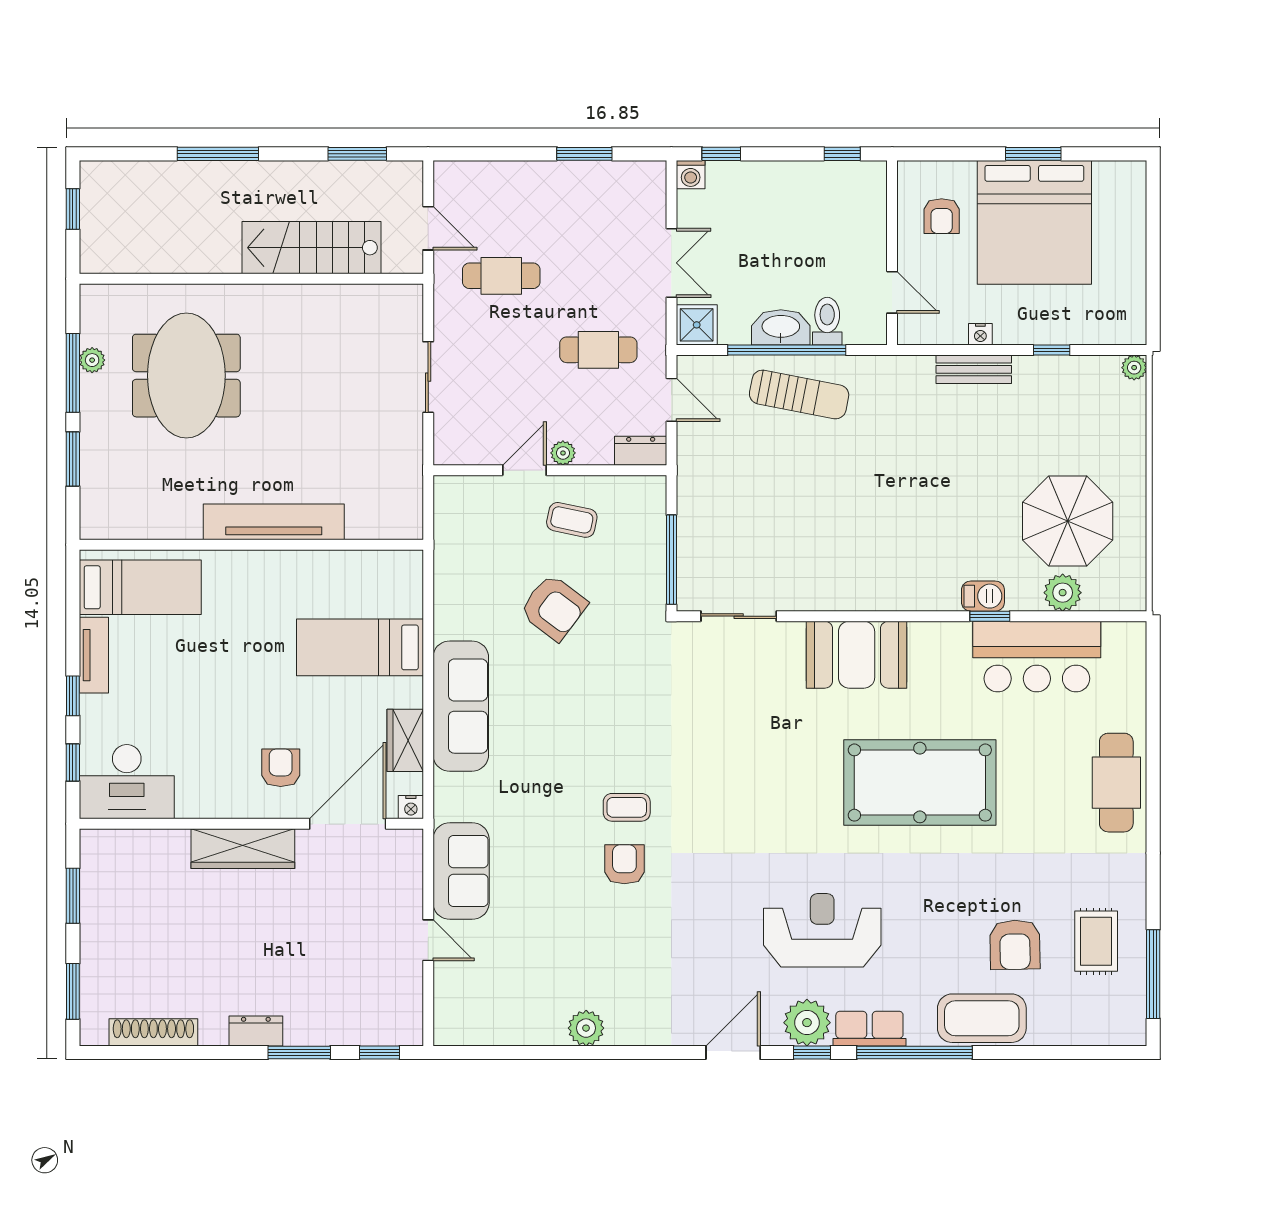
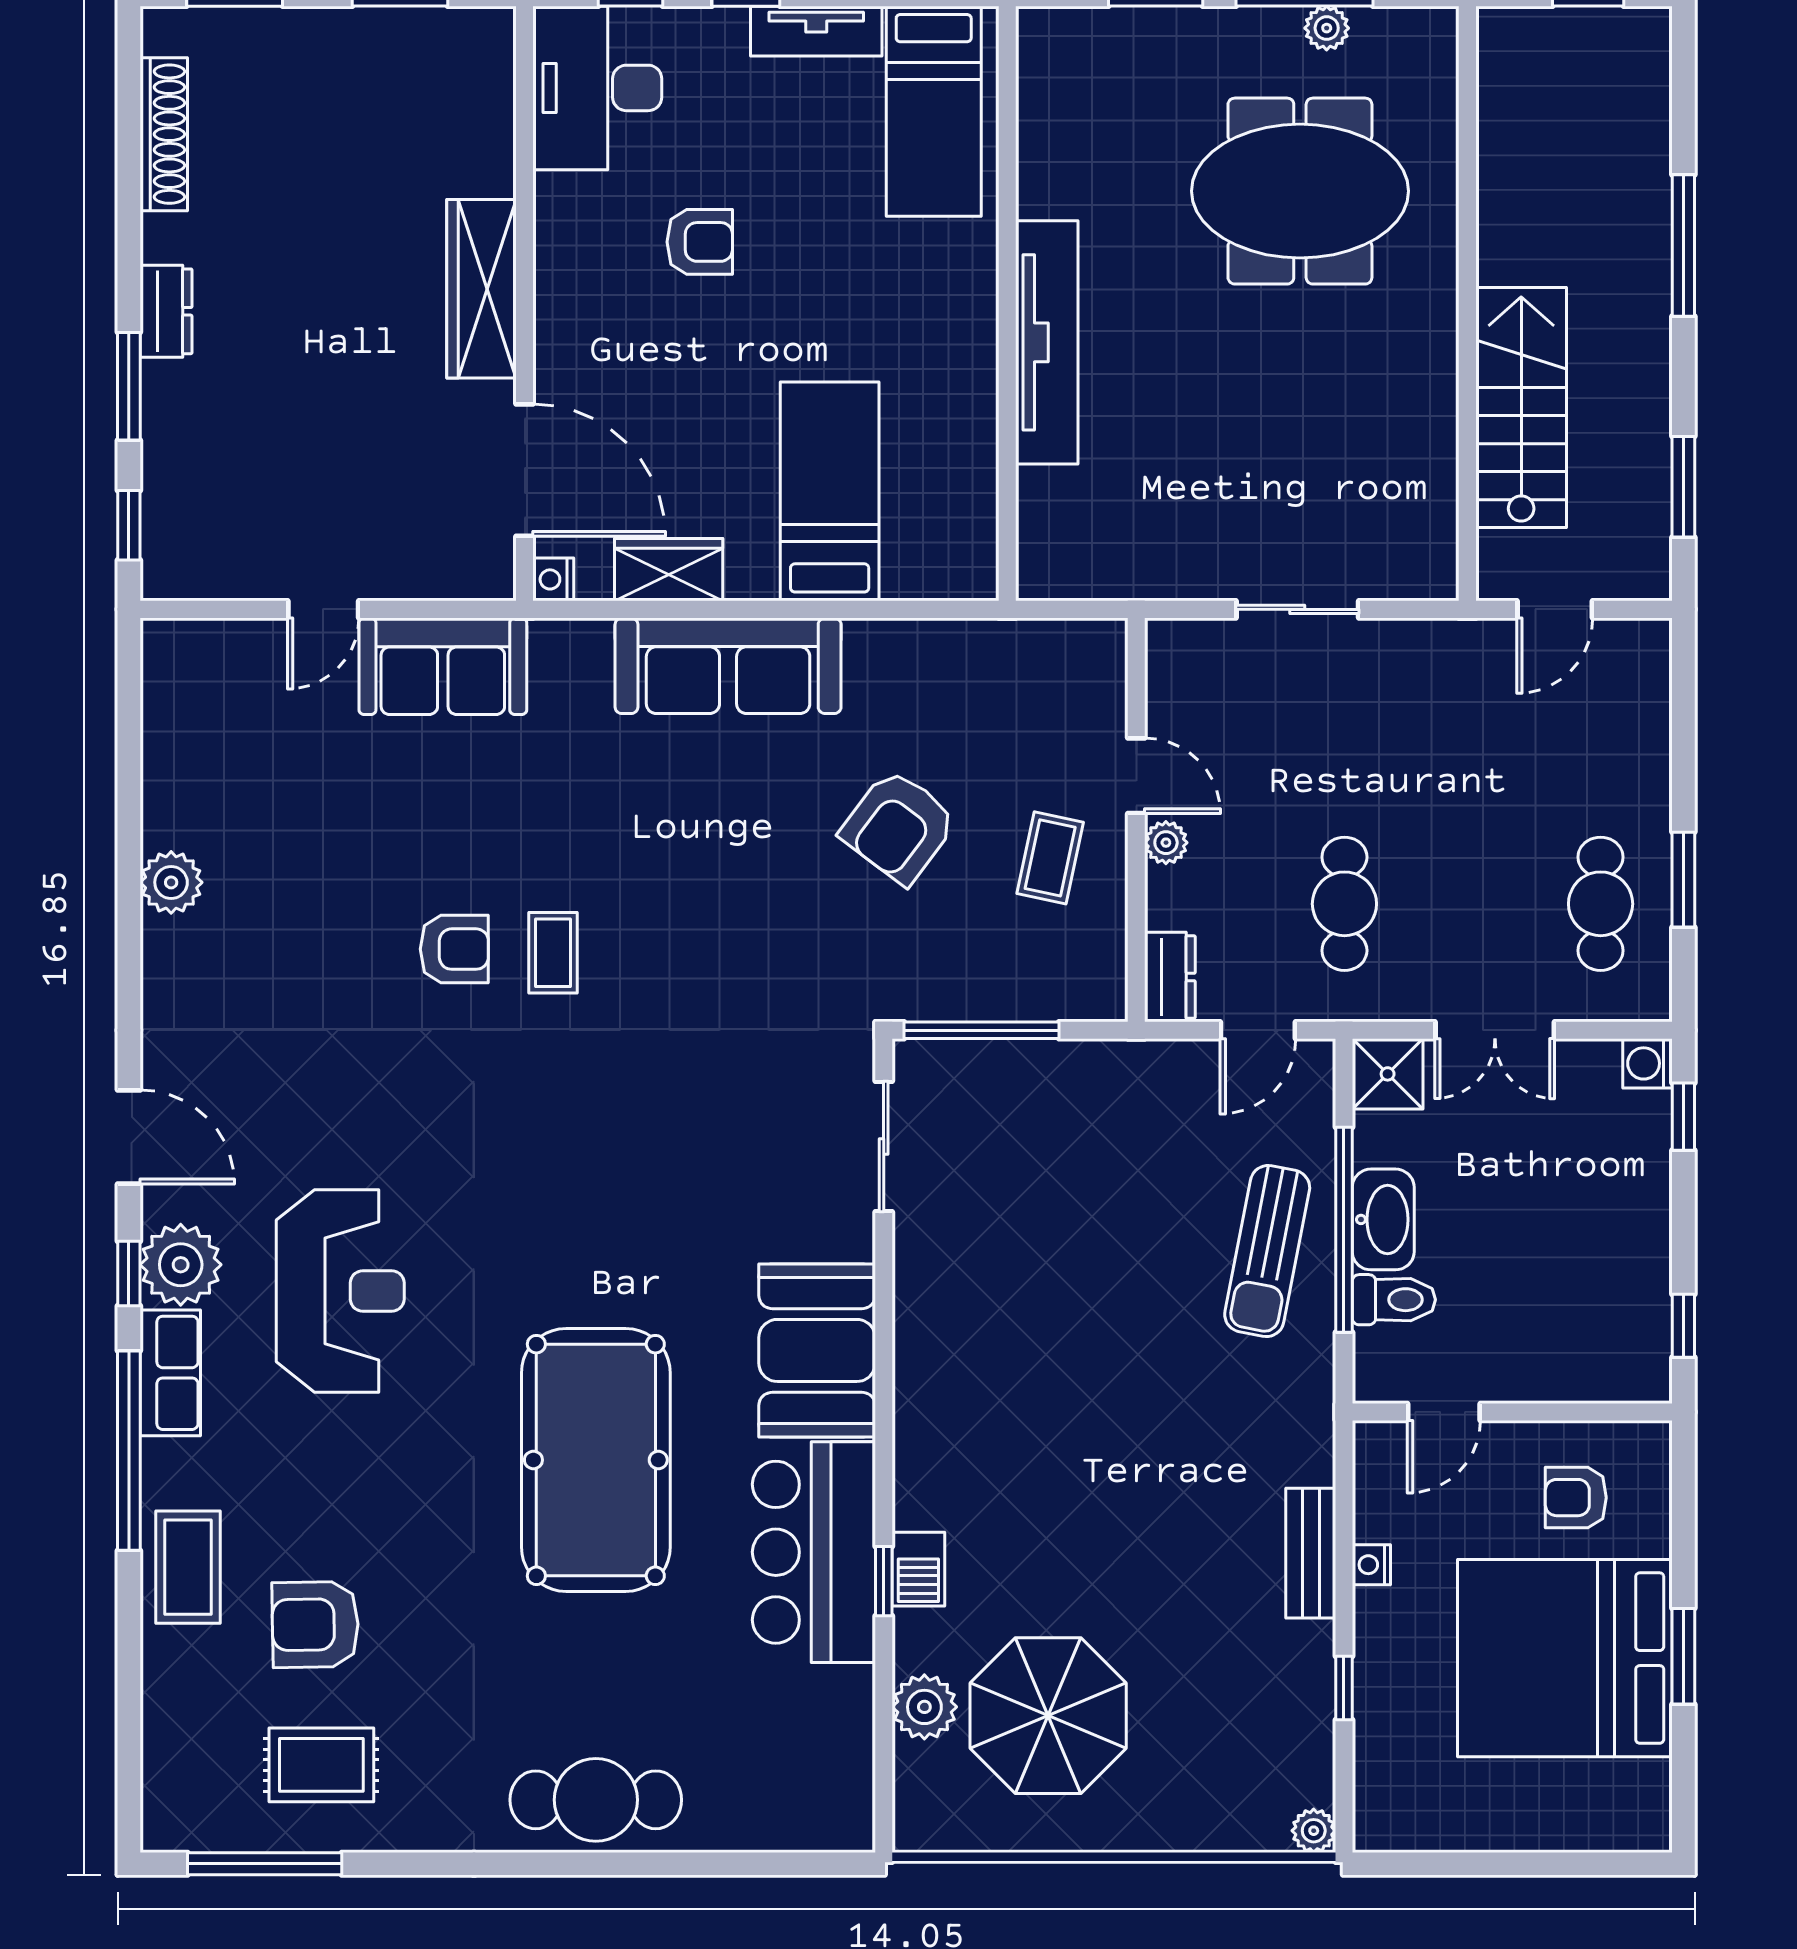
cafe table: (501, 276) -> (1601, 904), moved
bar counter: (1037, 657) -> (814, 1552), moved
armchair: (281, 768) -> (700, 242), moved
coffee table: (982, 1018) -> (188, 1567), width x0.73, depth x0.76

